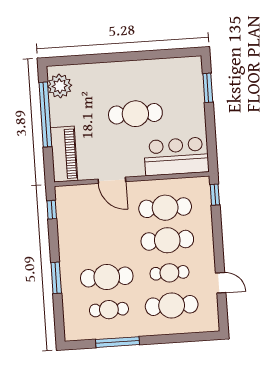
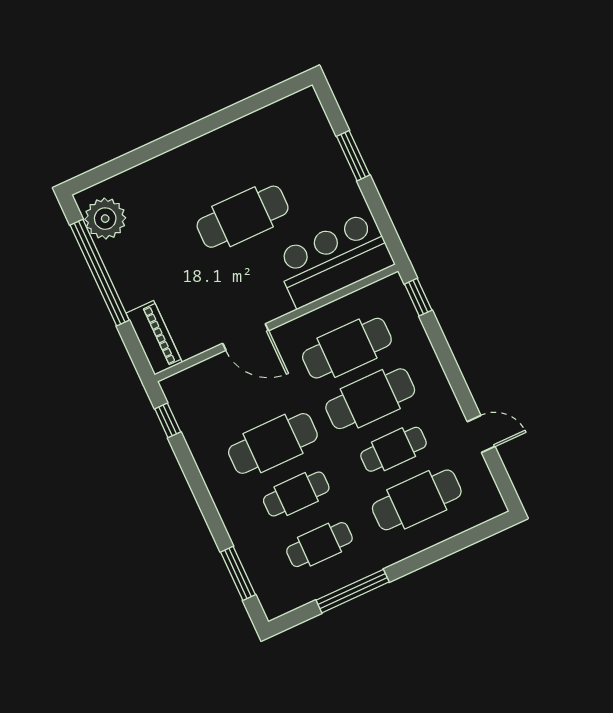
window: (208, 88) -> (353, 156), moved
piano: (64, 154) -> (154, 338), width x0.73, depth x0.75
cafe table: (105, 244) -> (273, 443), added
cafe table: (107, 277) -> (296, 494), width x0.73, depth x0.74
window: (56, 278) -> (238, 573), moved

